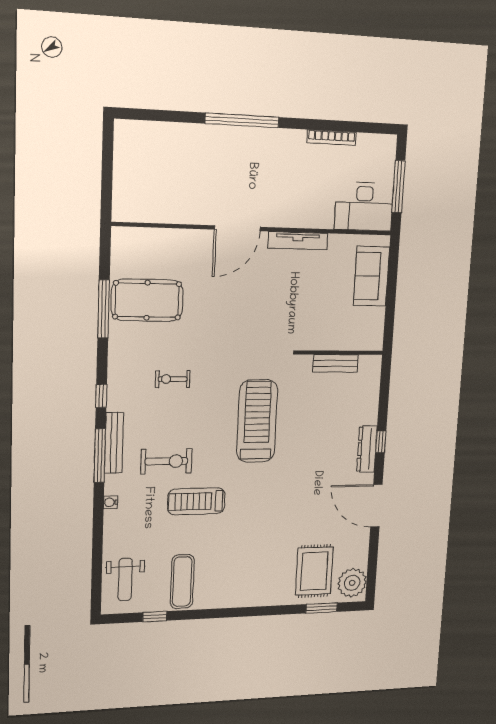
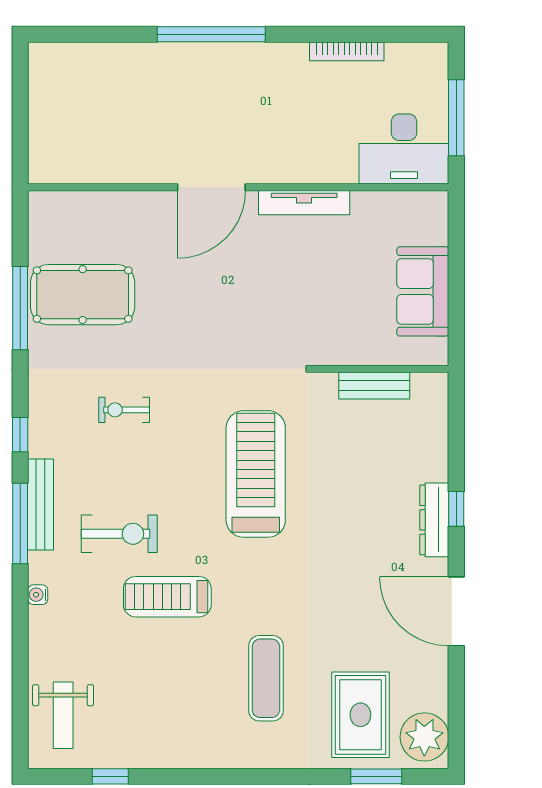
sofa: (371, 276) -> (423, 291), moved
exercise mat: (182, 582) -> (266, 678), moved

